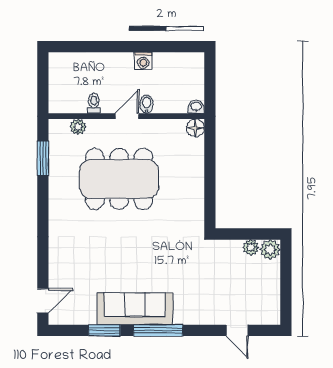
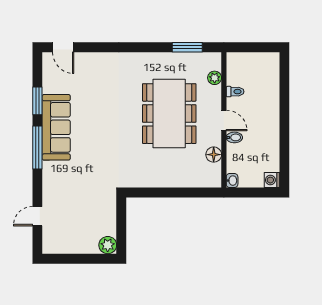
washing machine: (143, 61) -> (272, 180), moved
floor lamp: (195, 128) -> (214, 155), moved
plant: (251, 247) -> (110, 228), removed

